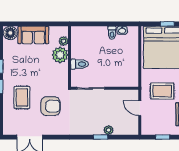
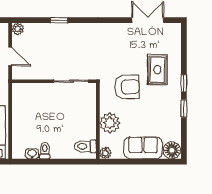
plant: (63, 41) -> (105, 153), moved
toilet: (80, 64) -> (85, 146), moved
armchair: (50, 106) -> (127, 87), moved, turned 180
plant: (109, 130) -> (18, 29), moved

